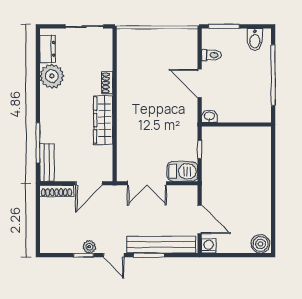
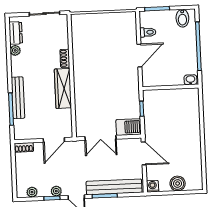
plant: (52, 76) -> (15, 50), width x0.53, depth x0.53
door: (200, 83) -> (139, 55), swing flipped
washbasin: (209, 116) -> (190, 80), moved
bench: (47, 162) -> (18, 98), moved, width x1.36
shoe rack: (57, 191) -> (24, 147), width x0.70
door: (200, 219) -> (144, 153), moved
boiler: (260, 244) -> (178, 183), moved
plant: (59, 247) -> (32, 192), added

